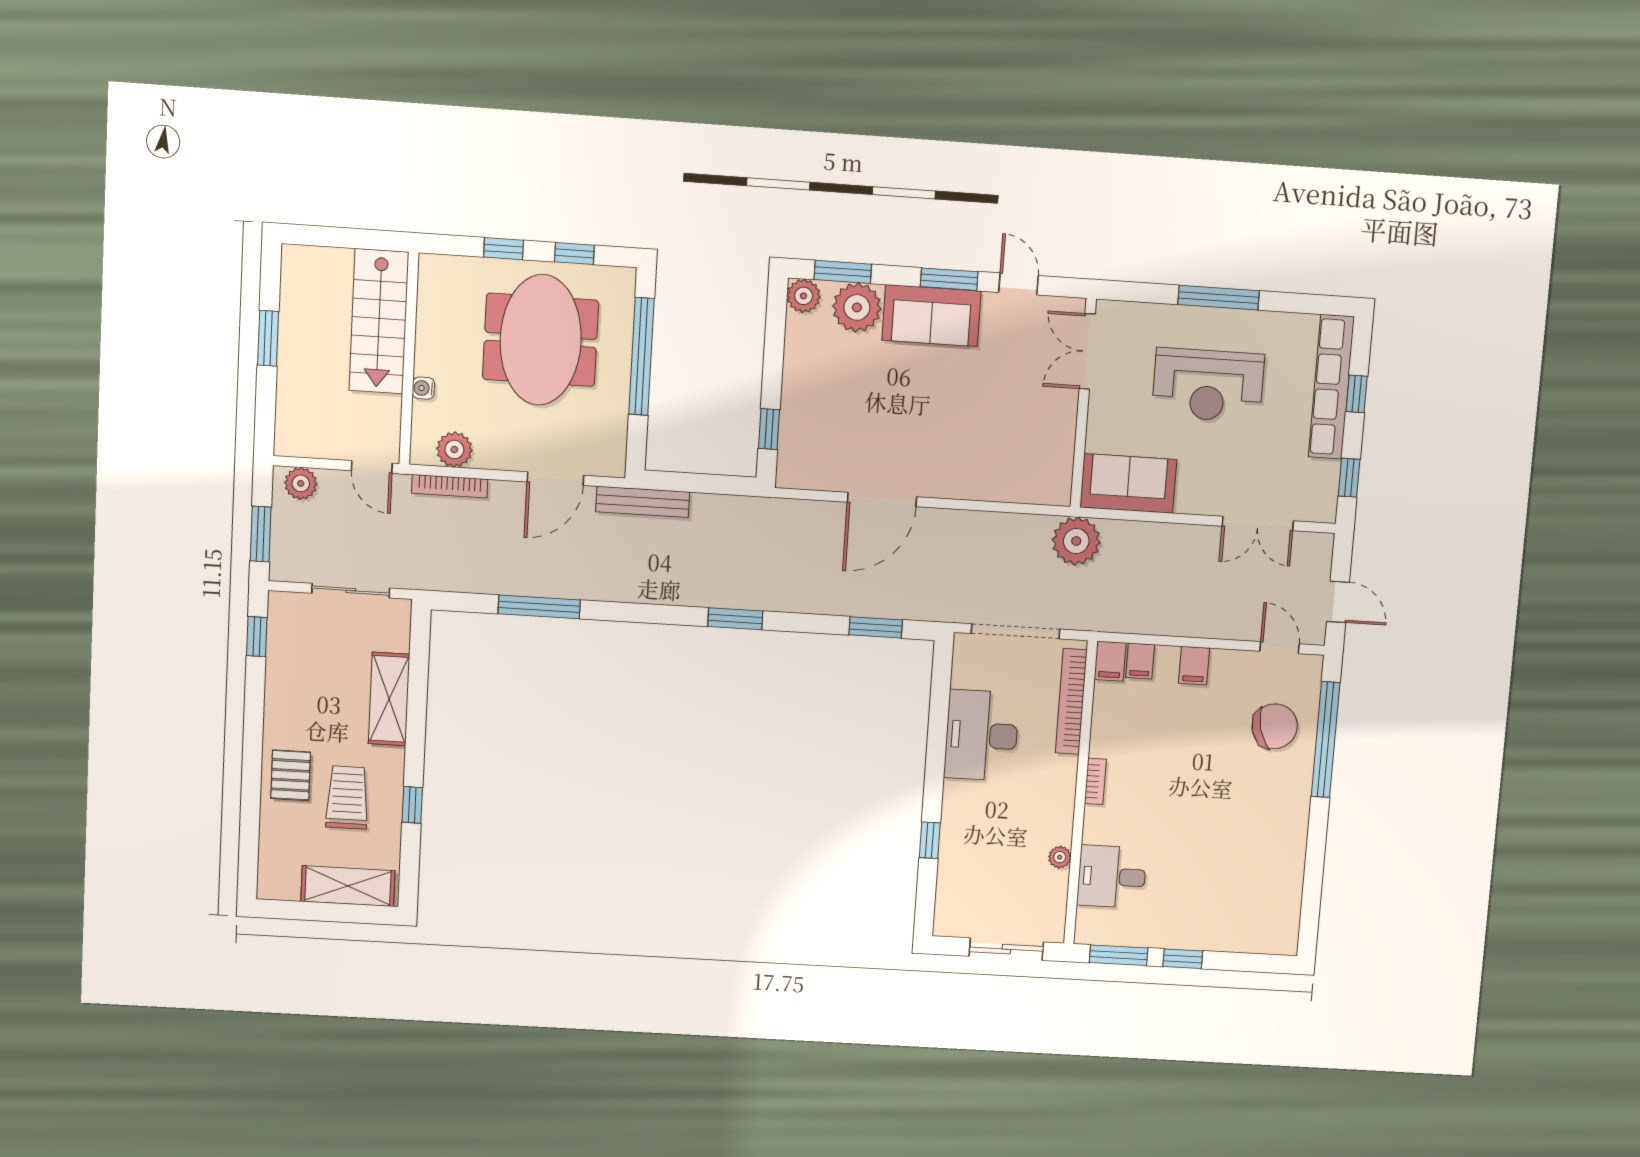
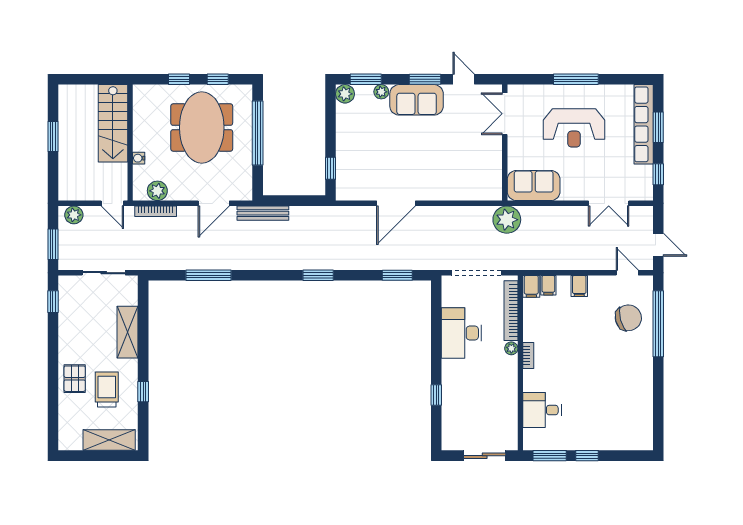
plant: (857, 307) -> (381, 92), width x0.53, depth x0.53
window: (1357, 394) -> (658, 127), width x1.50
plant: (1060, 857) -> (511, 348), moved

